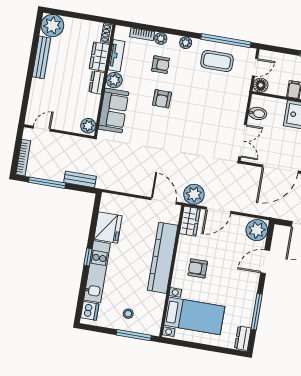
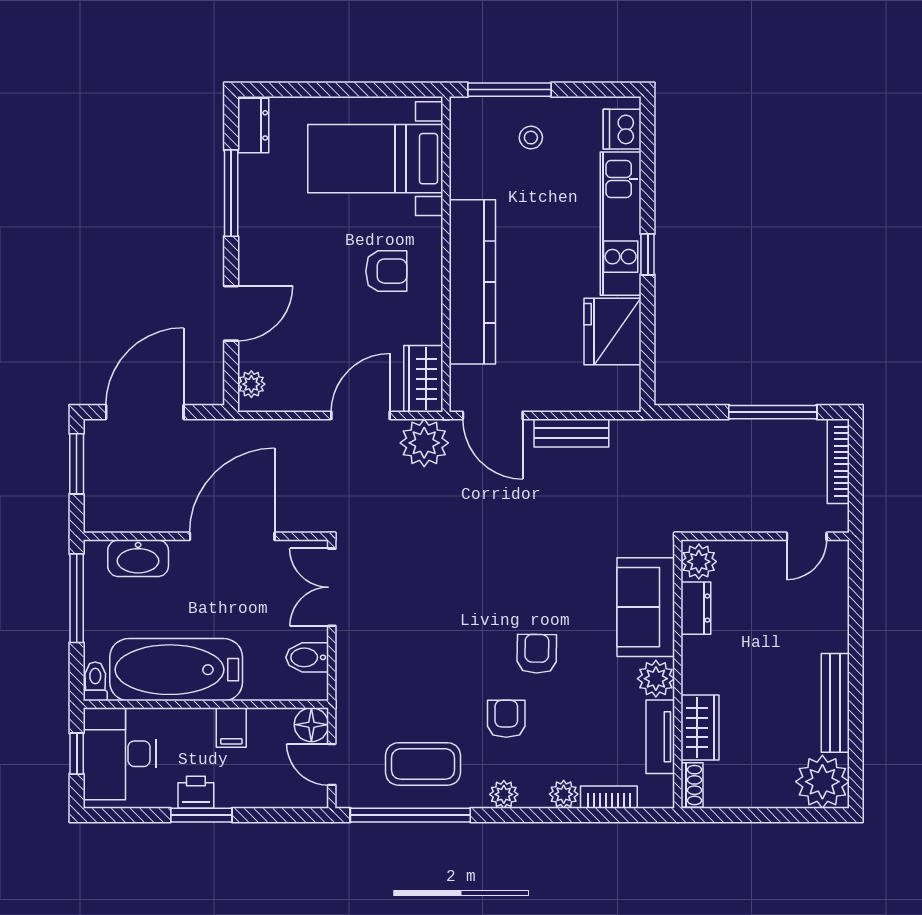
armchair: (161, 65) -> (506, 719), moved, turned 90
door: (255, 67) -> (332, 764), hinge flipped
dresser: (97, 83) -> (696, 608), moved
bench: (80, 179) -> (571, 433), moved
plant: (257, 230) -> (251, 384), width x0.53, depth x0.53

